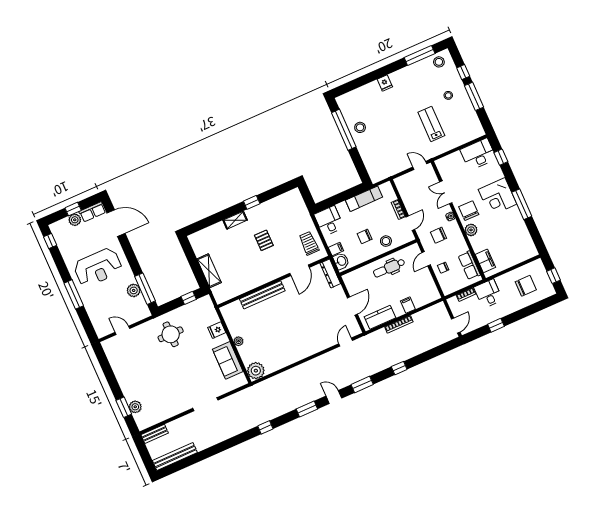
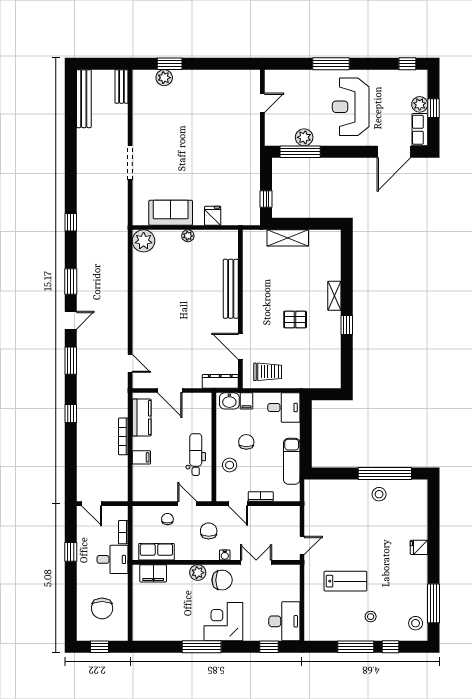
round table: (171, 334) -> (232, 158), removed

